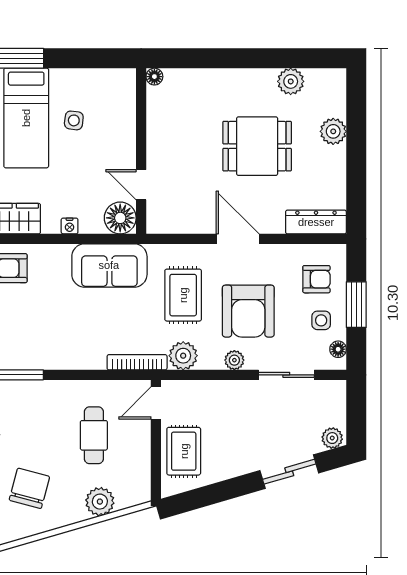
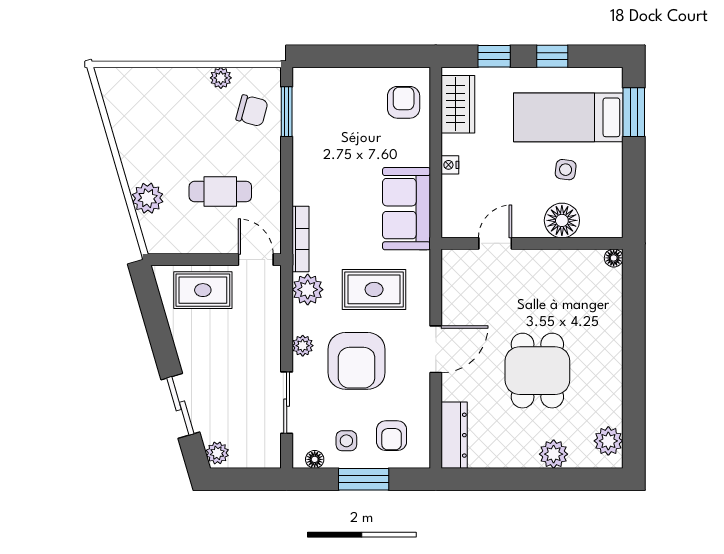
plant: (291, 81) -> (608, 441), moved
floor lamp: (120, 218) -> (562, 220), moved
armchair: (248, 311) -> (357, 361), turned -90
chair: (29, 488) -> (252, 111), moved, width x0.73, depth x0.73

